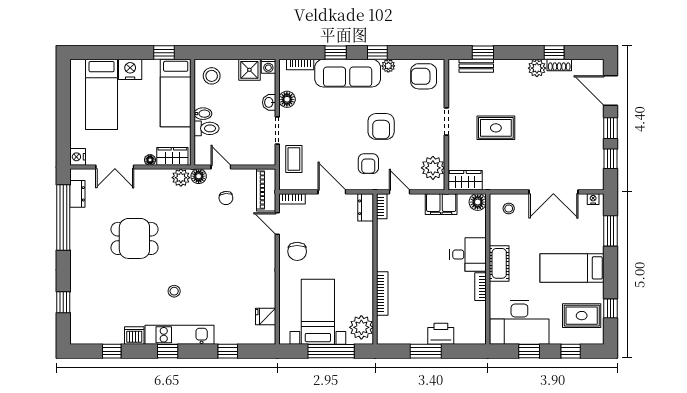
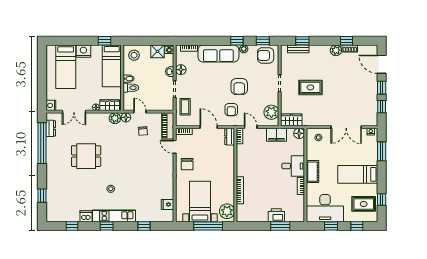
window: (336, 53) -> (263, 41), moved
window: (426, 351) -> (280, 226), moved

